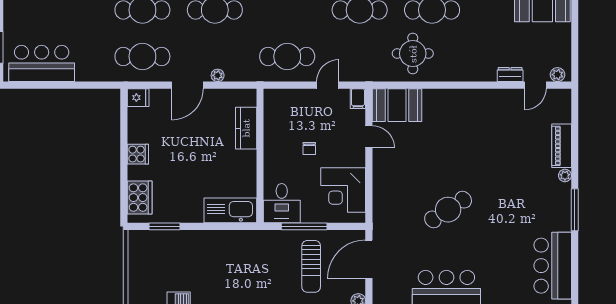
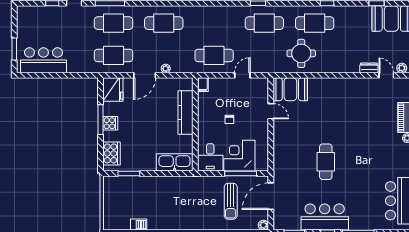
door: (535, 85) -> (386, 75), swing flipped
fridge: (138, 98) -> (113, 90), width x1.88, depth x1.34
filing cabinet: (358, 99) -> (203, 85), moved
kitchen counter: (246, 128) -> (185, 112), width x1.50
window: (124, 149) -> (101, 120), added
corner desk: (343, 190) -> (239, 156), moved, turned 90
cafe table: (448, 210) -> (326, 162), turned -57
window: (304, 226) -> (241, 173), moved

